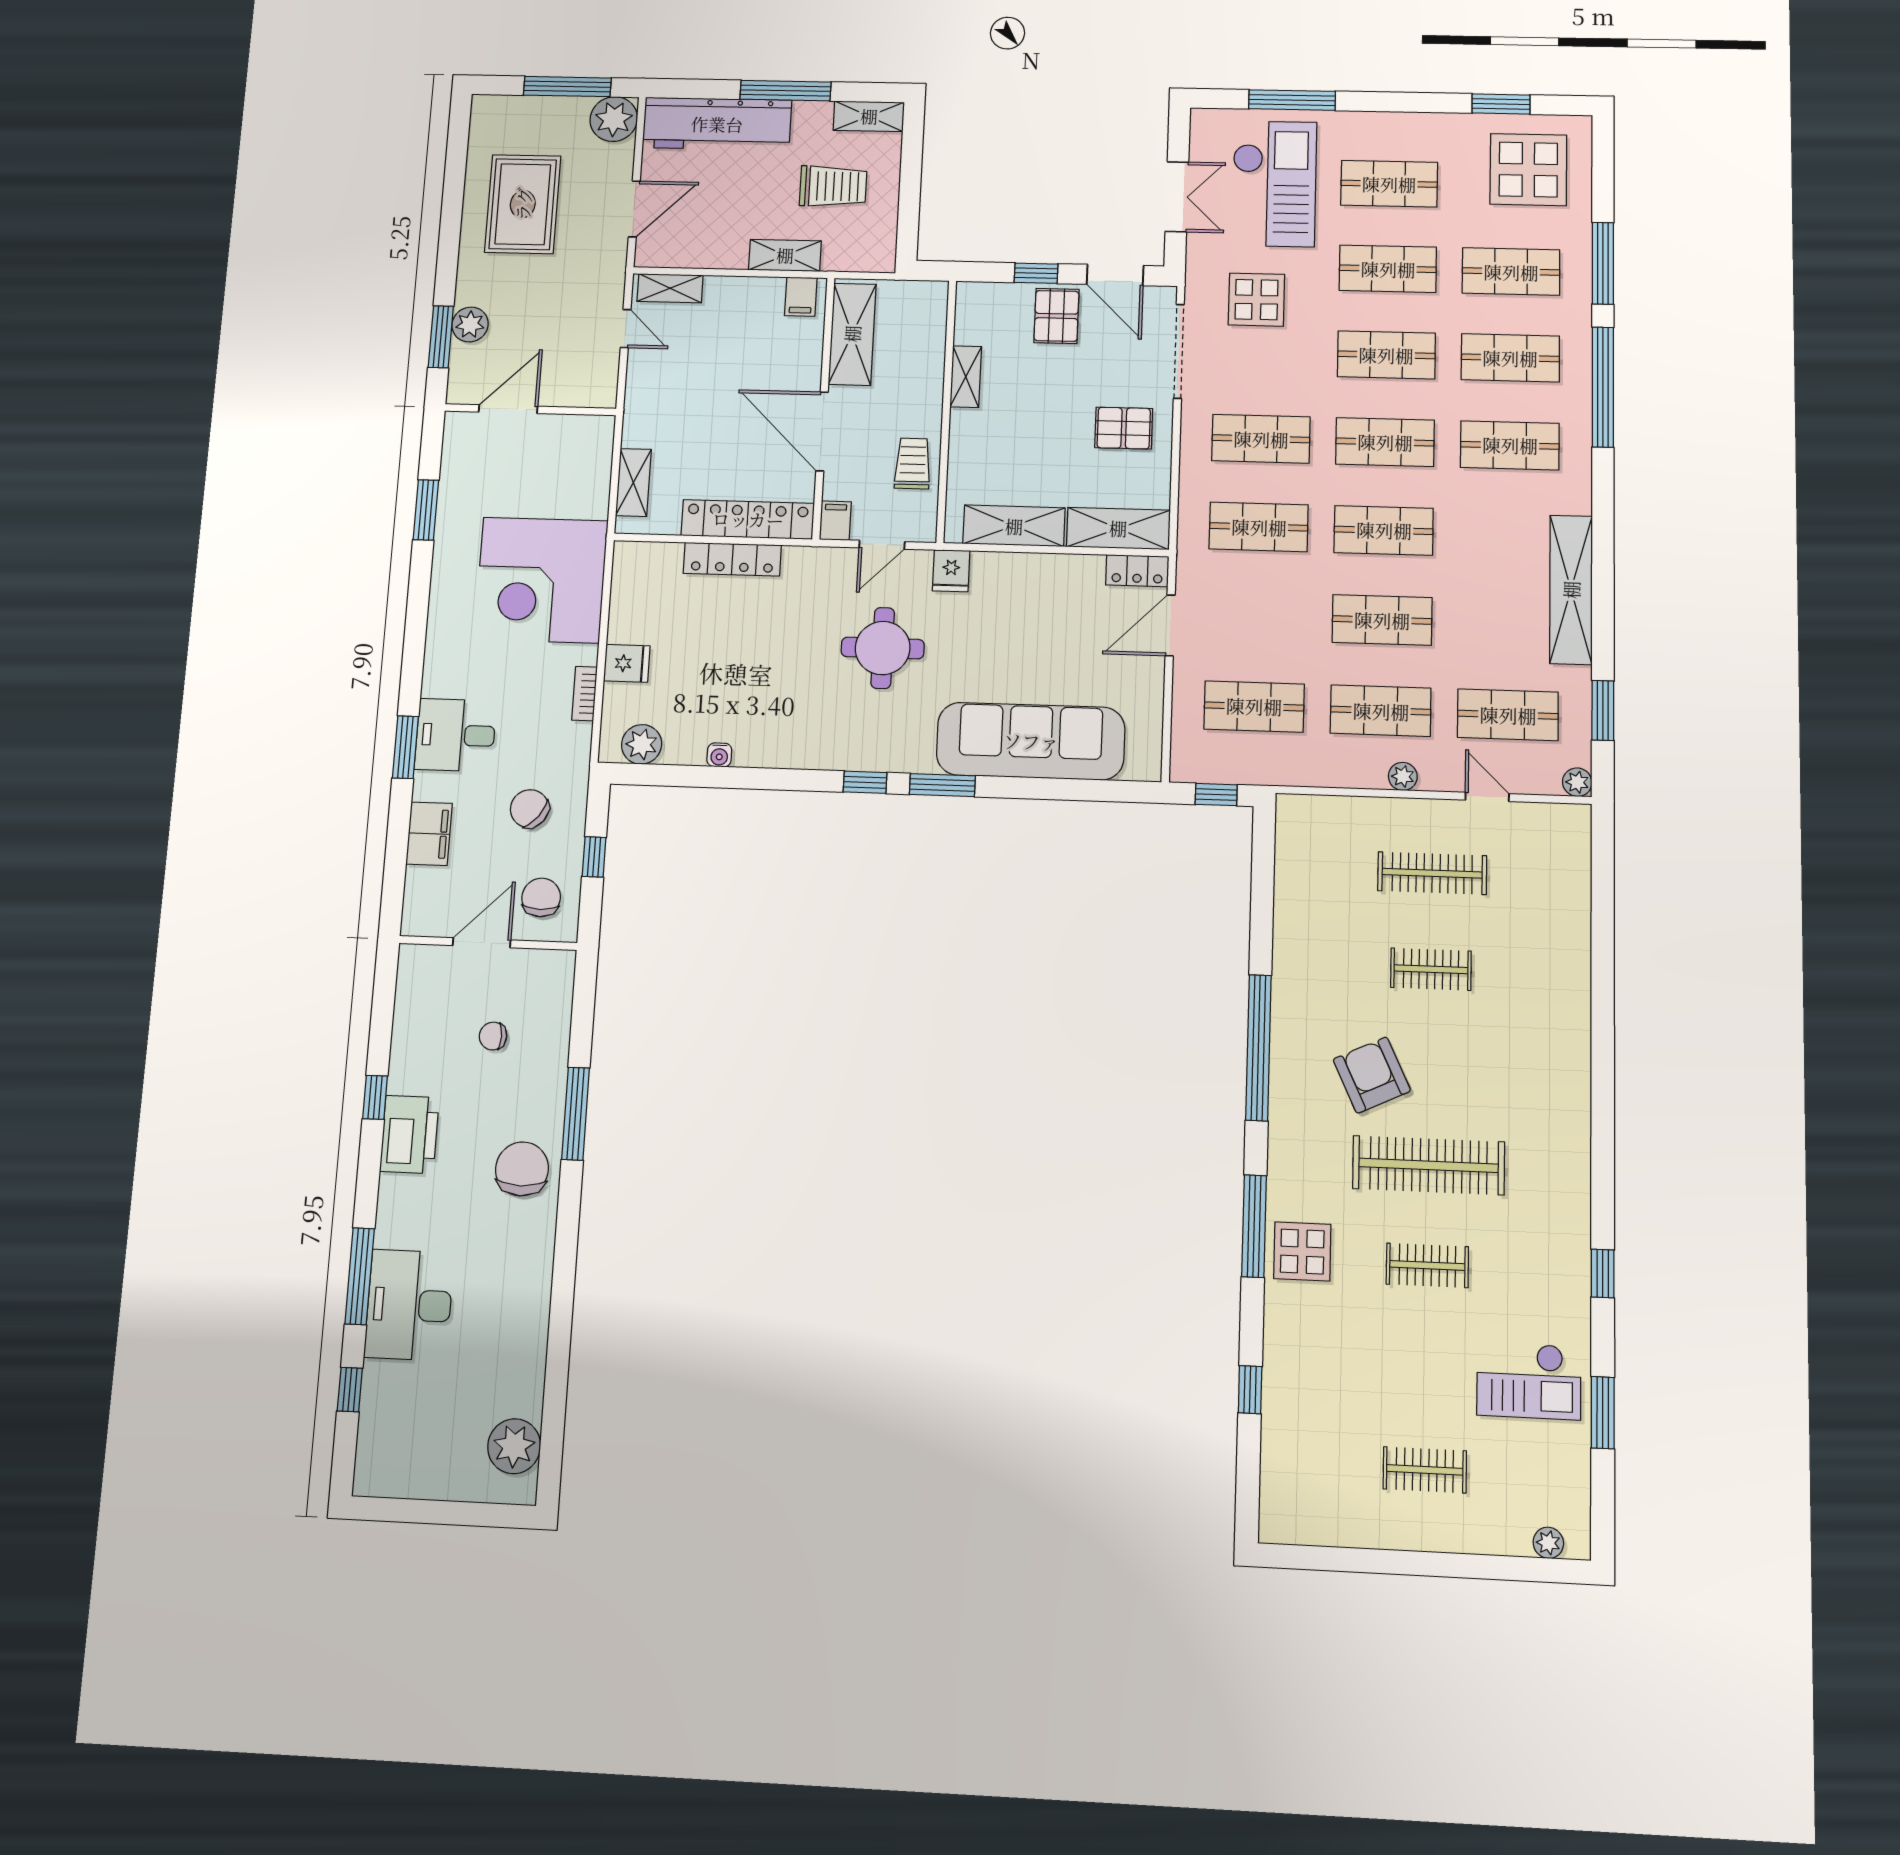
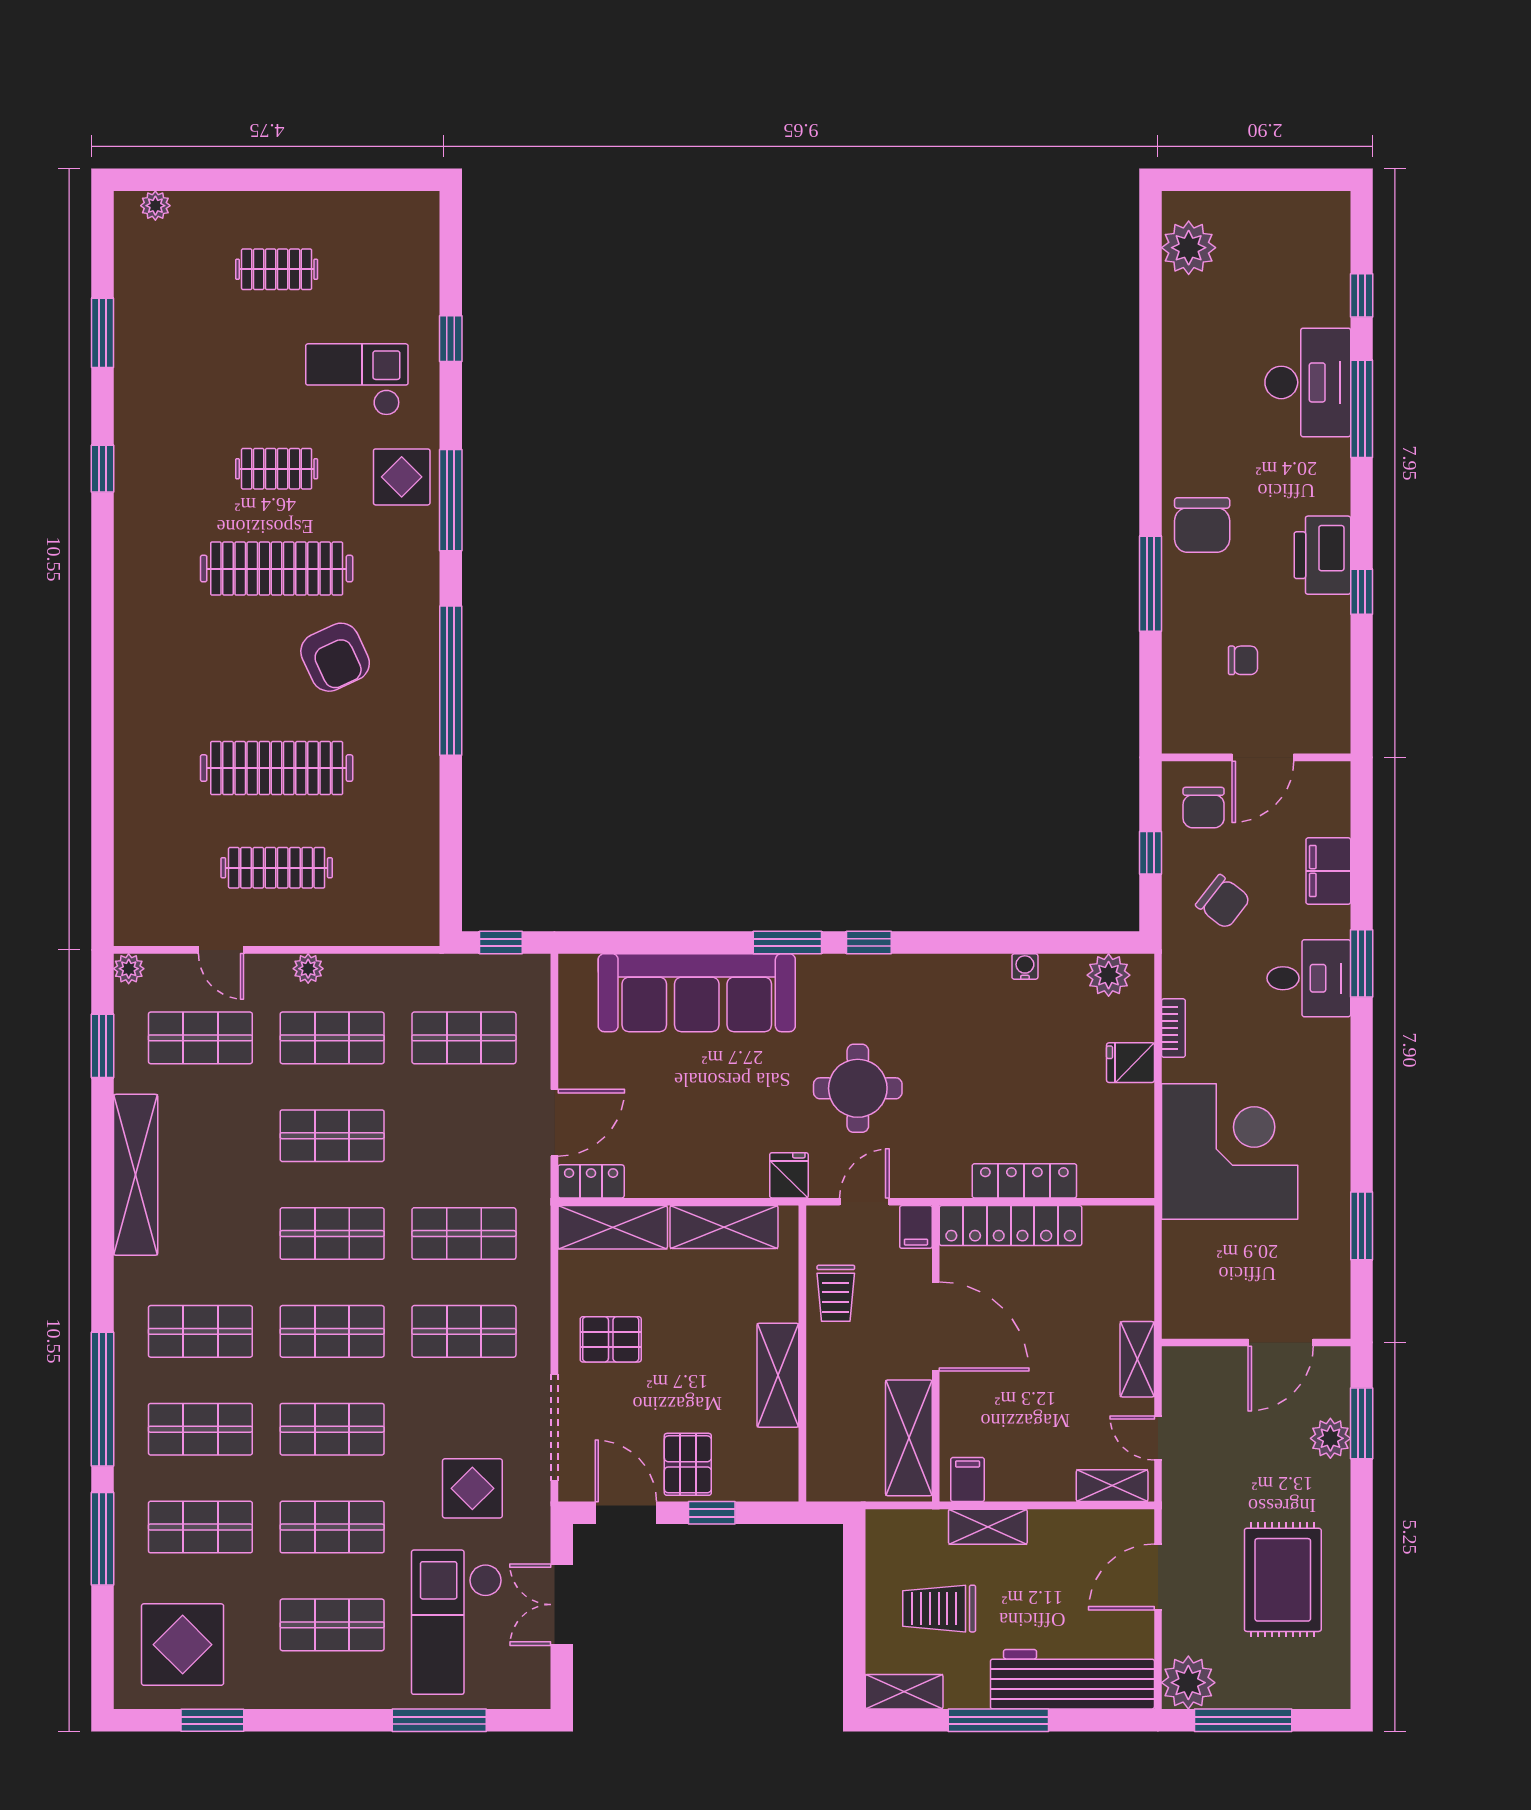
shelving: (966, 377) -> (778, 1375), width x1.50, depth x1.33
shelving: (633, 482) -> (1137, 1359), moved
clothes rail: (1431, 969) -> (277, 768), width x1.86, depth x1.31
checkout: (1529, 1381) -> (357, 380), moved

